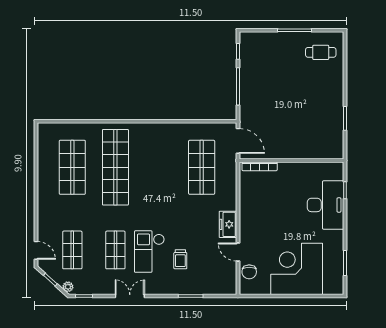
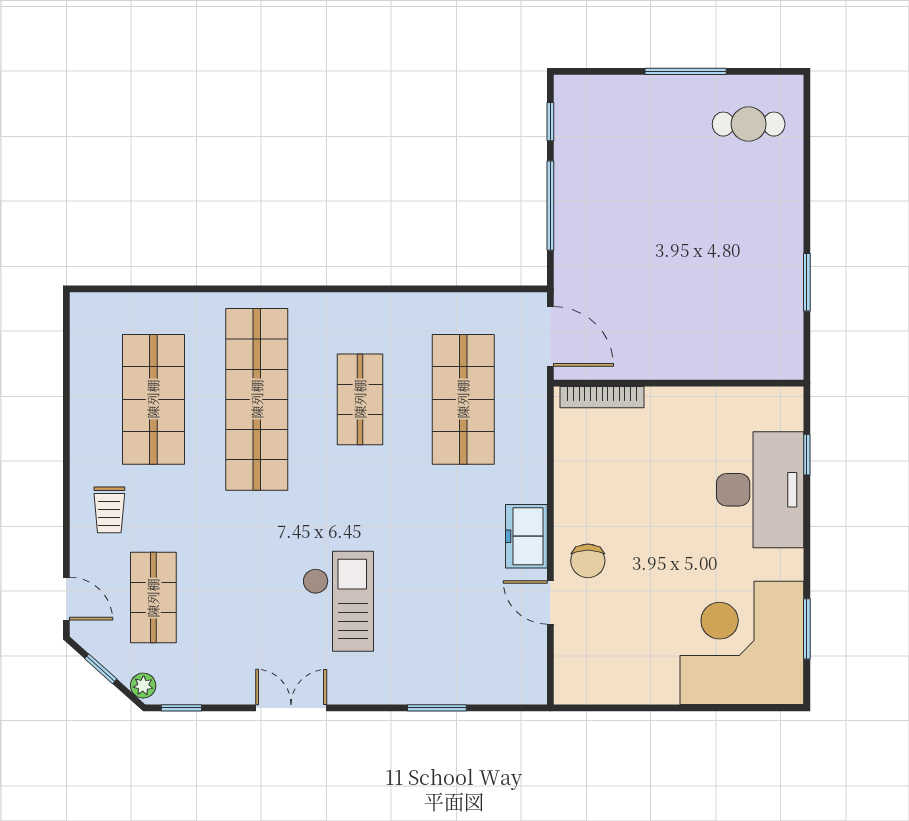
shop shelf: (115, 250) -> (360, 399), moved
checkout: (149, 252) -> (338, 601), turned 180
trolley: (180, 259) -> (109, 510), moved
corner desk: (297, 269) -> (742, 643), moved
chair: (249, 272) -> (588, 561), moved

